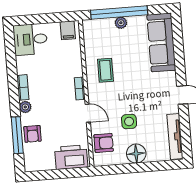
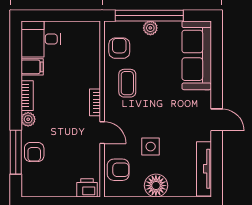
filing cabinet: (68, 30) -> (32, 67), moved, turned -90
armchair: (96, 42) -> (119, 48), added
printer: (71, 157) -> (87, 188), width x0.53, depth x0.68

